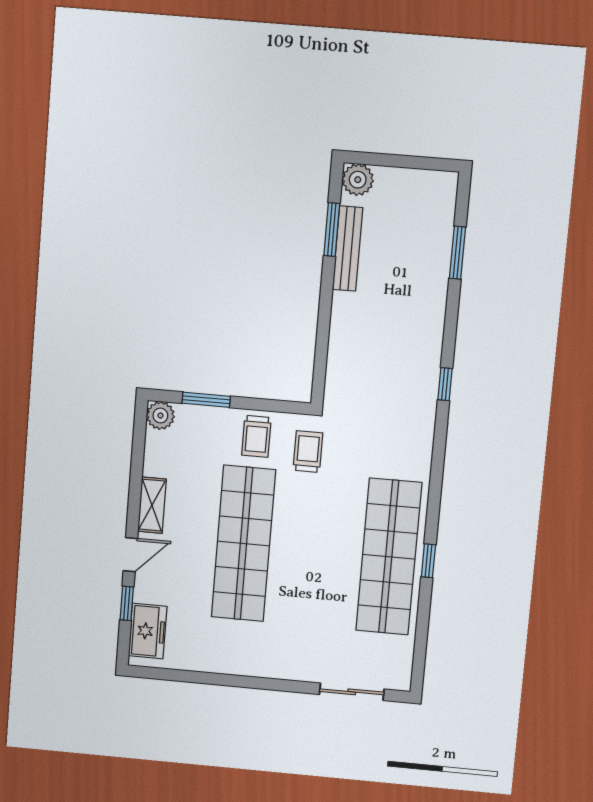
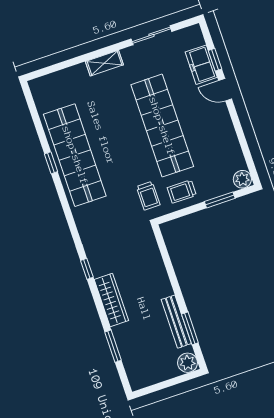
wardrobe: (429, 322) -> (111, 300), added
trolley: (256, 436) -> (182, 191), turned -90
shelving: (152, 505) -> (104, 63), moved, turned 90
door: (130, 555) -> (225, 90), hinge flipped
freezer: (148, 631) -> (201, 65), moved
sliding door: (352, 692) -> (151, 35), moved

